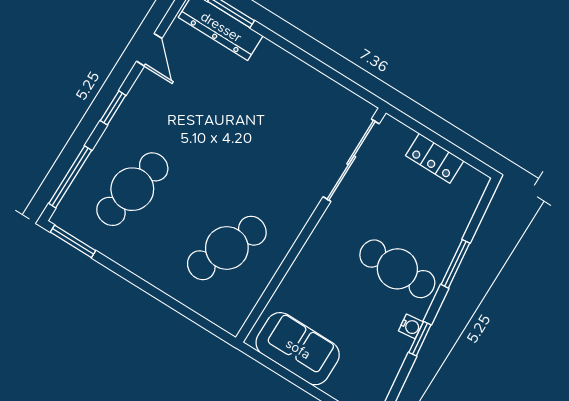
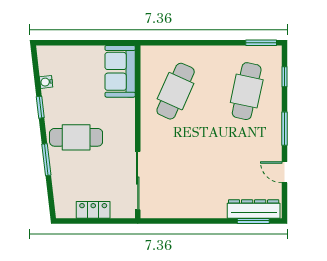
window: (113, 108) -> (284, 129), width x1.50
window: (70, 177) -> (284, 77), width x0.46
water cooler: (411, 326) -> (46, 82), moved
sofa: (298, 349) -> (120, 71), moved, turned 90

